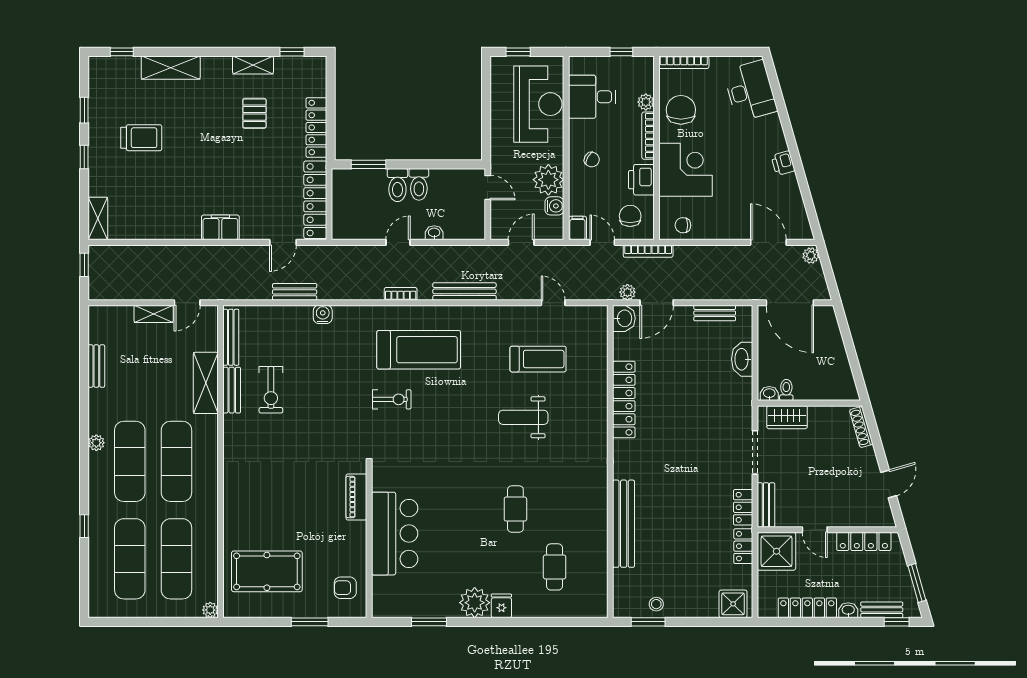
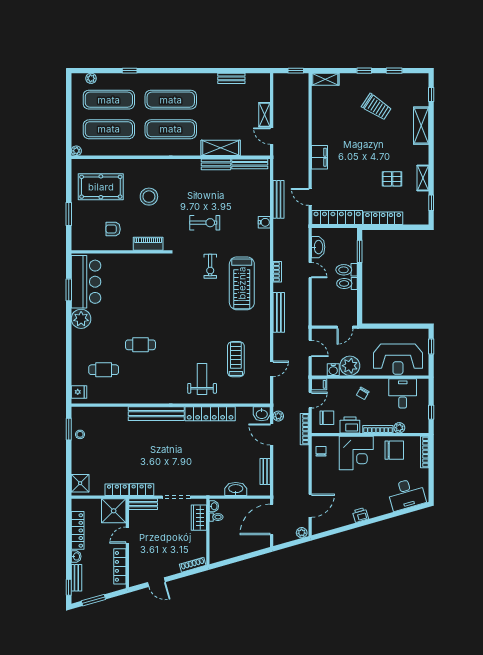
trolley: (141, 138) -> (377, 107), turned -57
washbasin: (434, 233) -> (318, 247), moved, width x1.91, depth x1.45
bench: (295, 292) -> (279, 199), width x1.36
treadmill: (538, 359) -> (236, 359), turned 180
exercise bike: (271, 390) -> (205, 223), moved, turned 180
weight bench: (523, 417) -> (202, 379), moved
plant: (96, 443) -> (91, 78), moved
stool: (282, 496) -> (149, 197), added
bench: (624, 524) -> (156, 414), moved
bar counter: (395, 534) -> (86, 282), moved, turned -90
pool table: (267, 571) -> (101, 187), turned 90
armchair: (345, 588) -> (113, 229), moved, turned -90
fridge: (501, 606) -> (79, 392), moved

